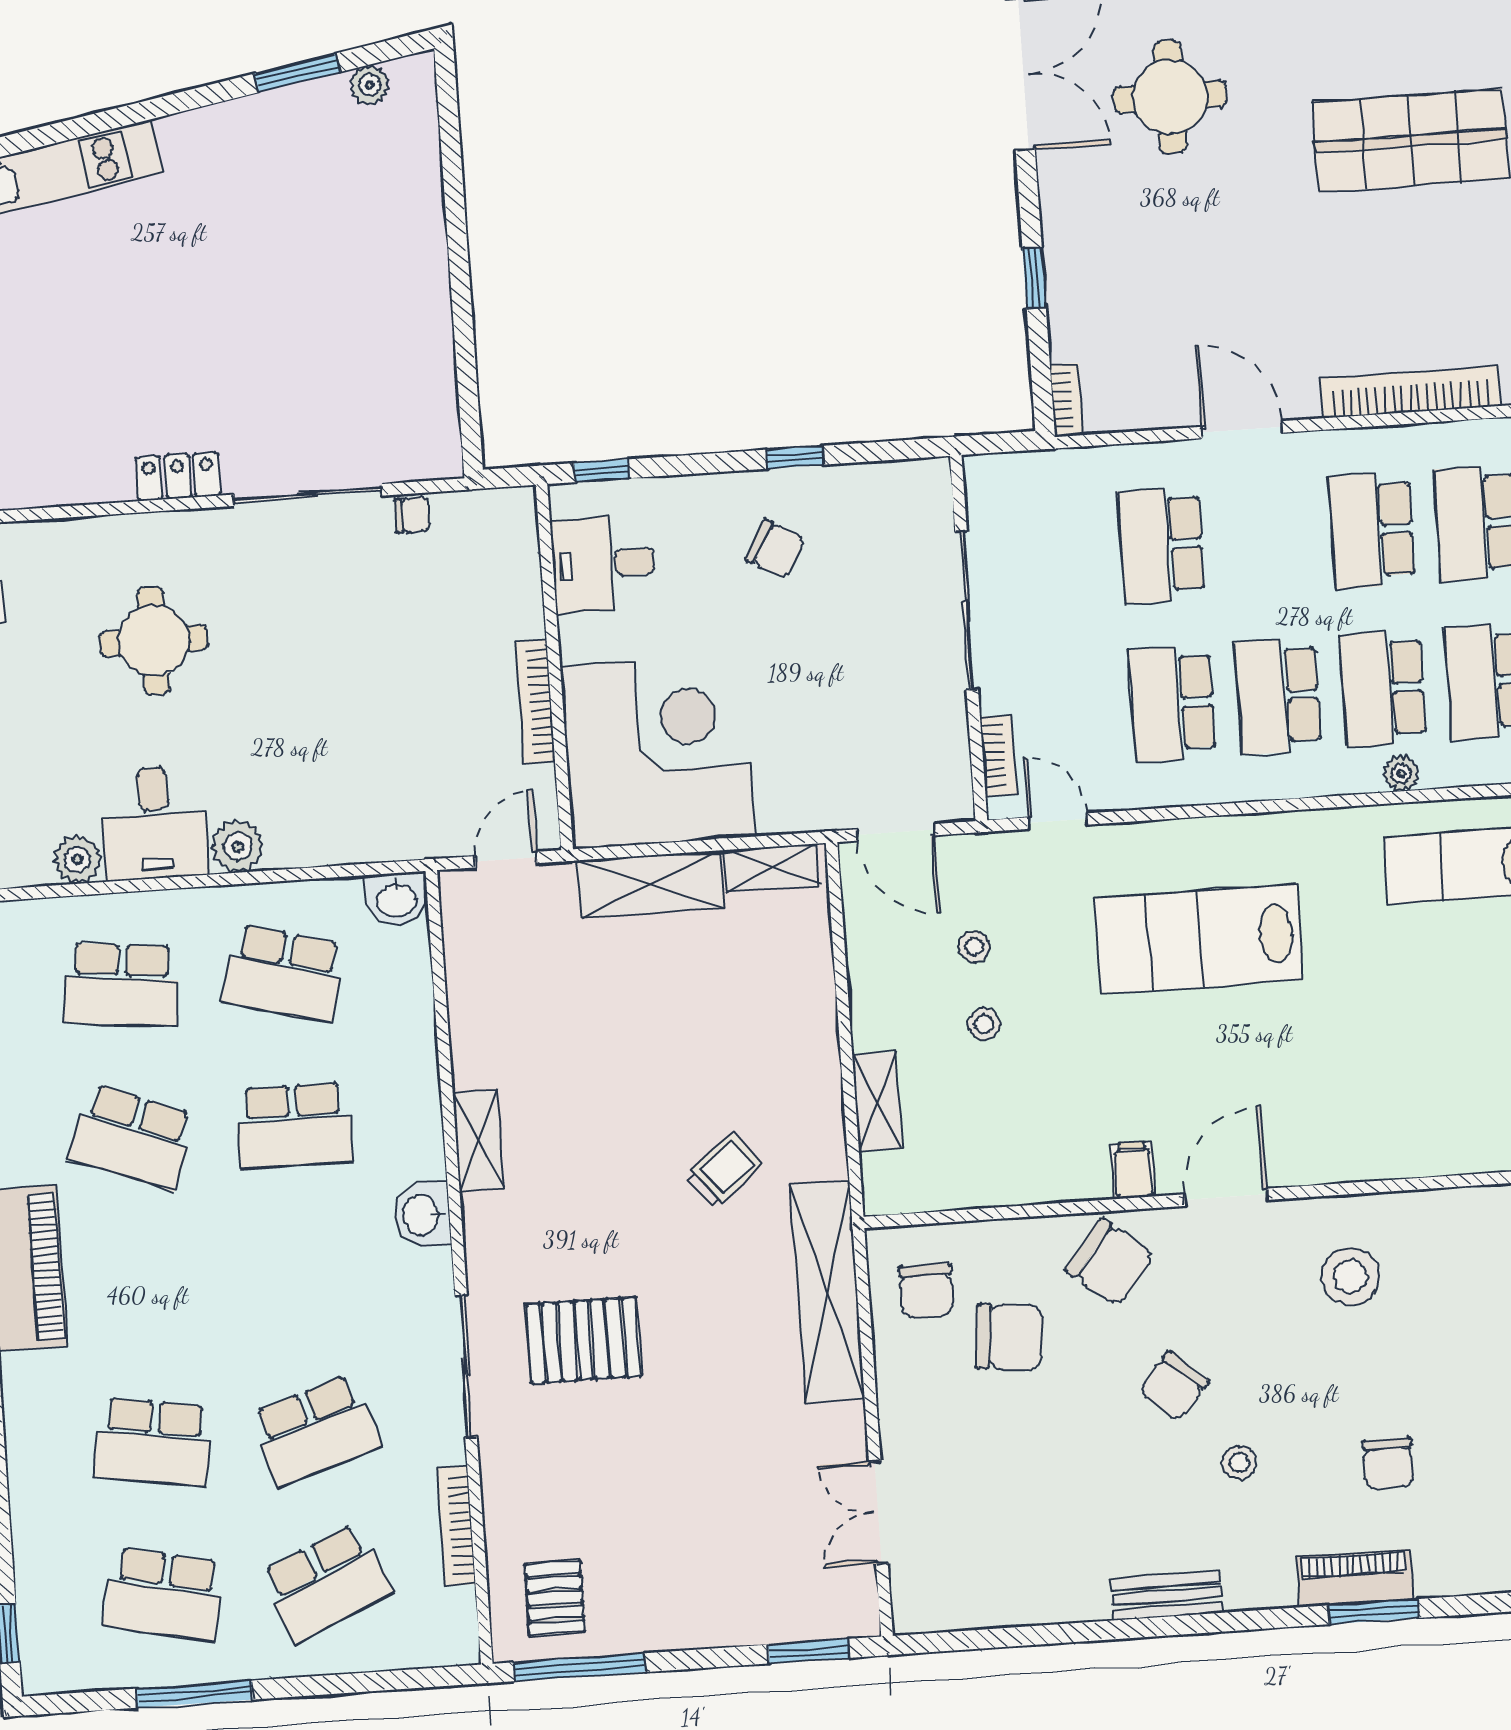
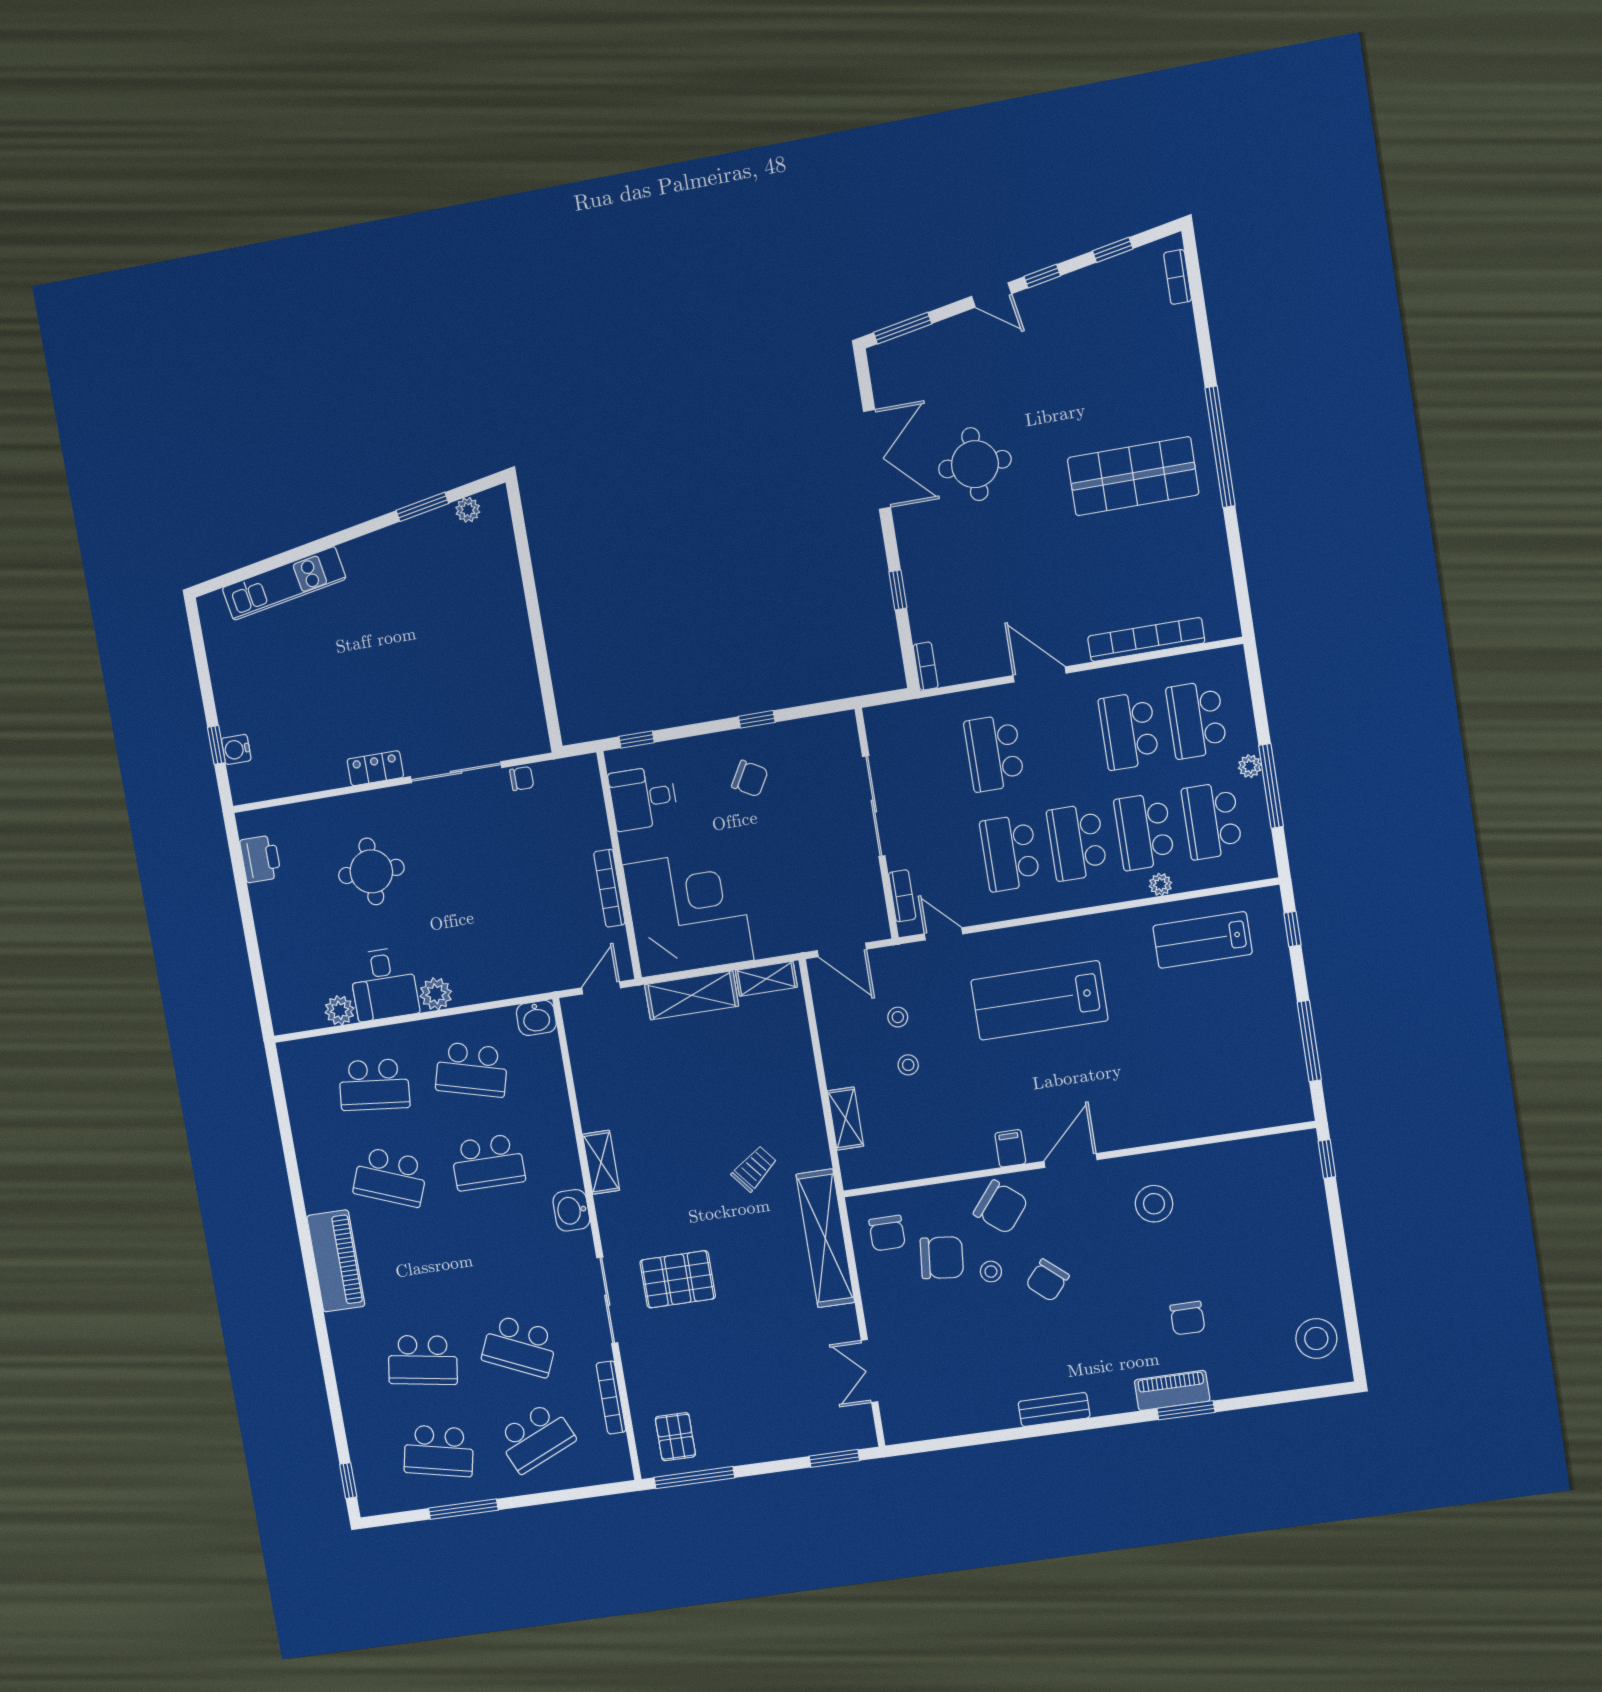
school desk: (315, 1431) -> (520, 1346), turned 42
stool: (1239, 1463) -> (991, 1272), moved

